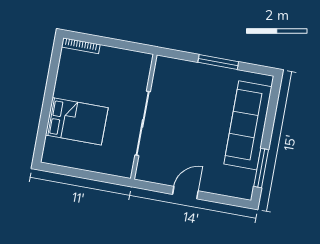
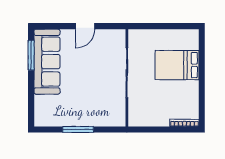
sofa: (248, 125) -> (47, 62), moved

